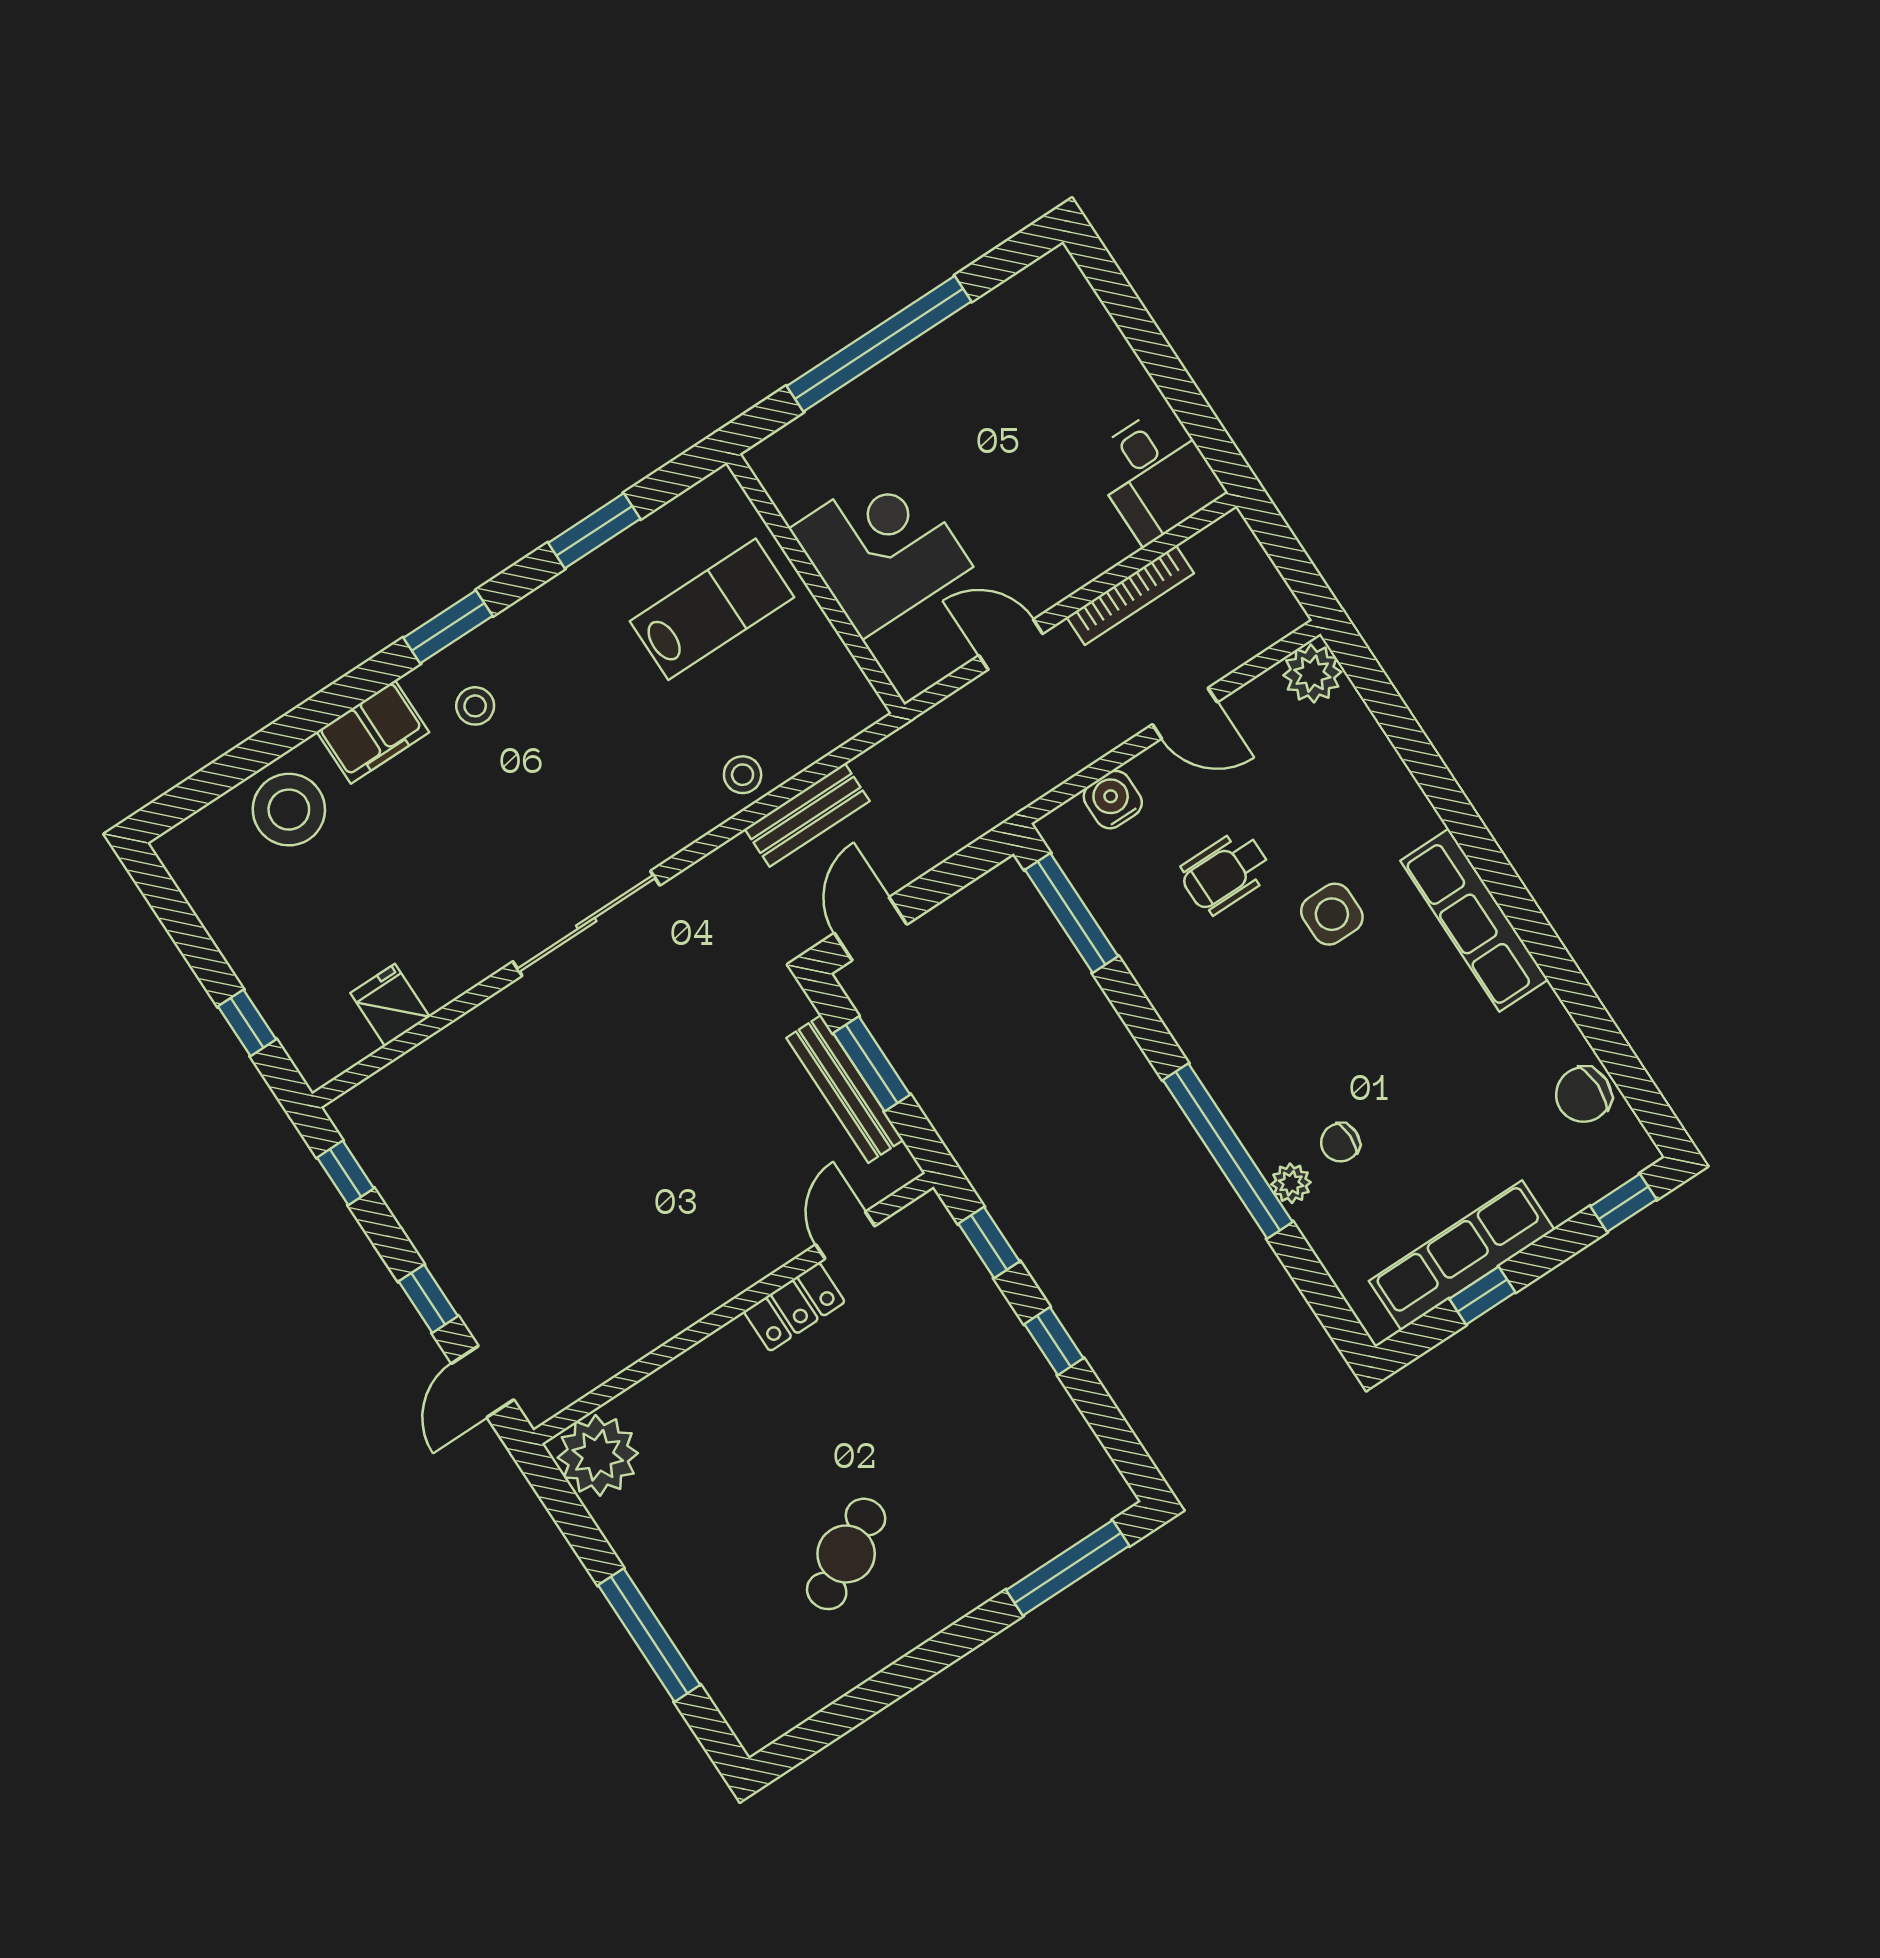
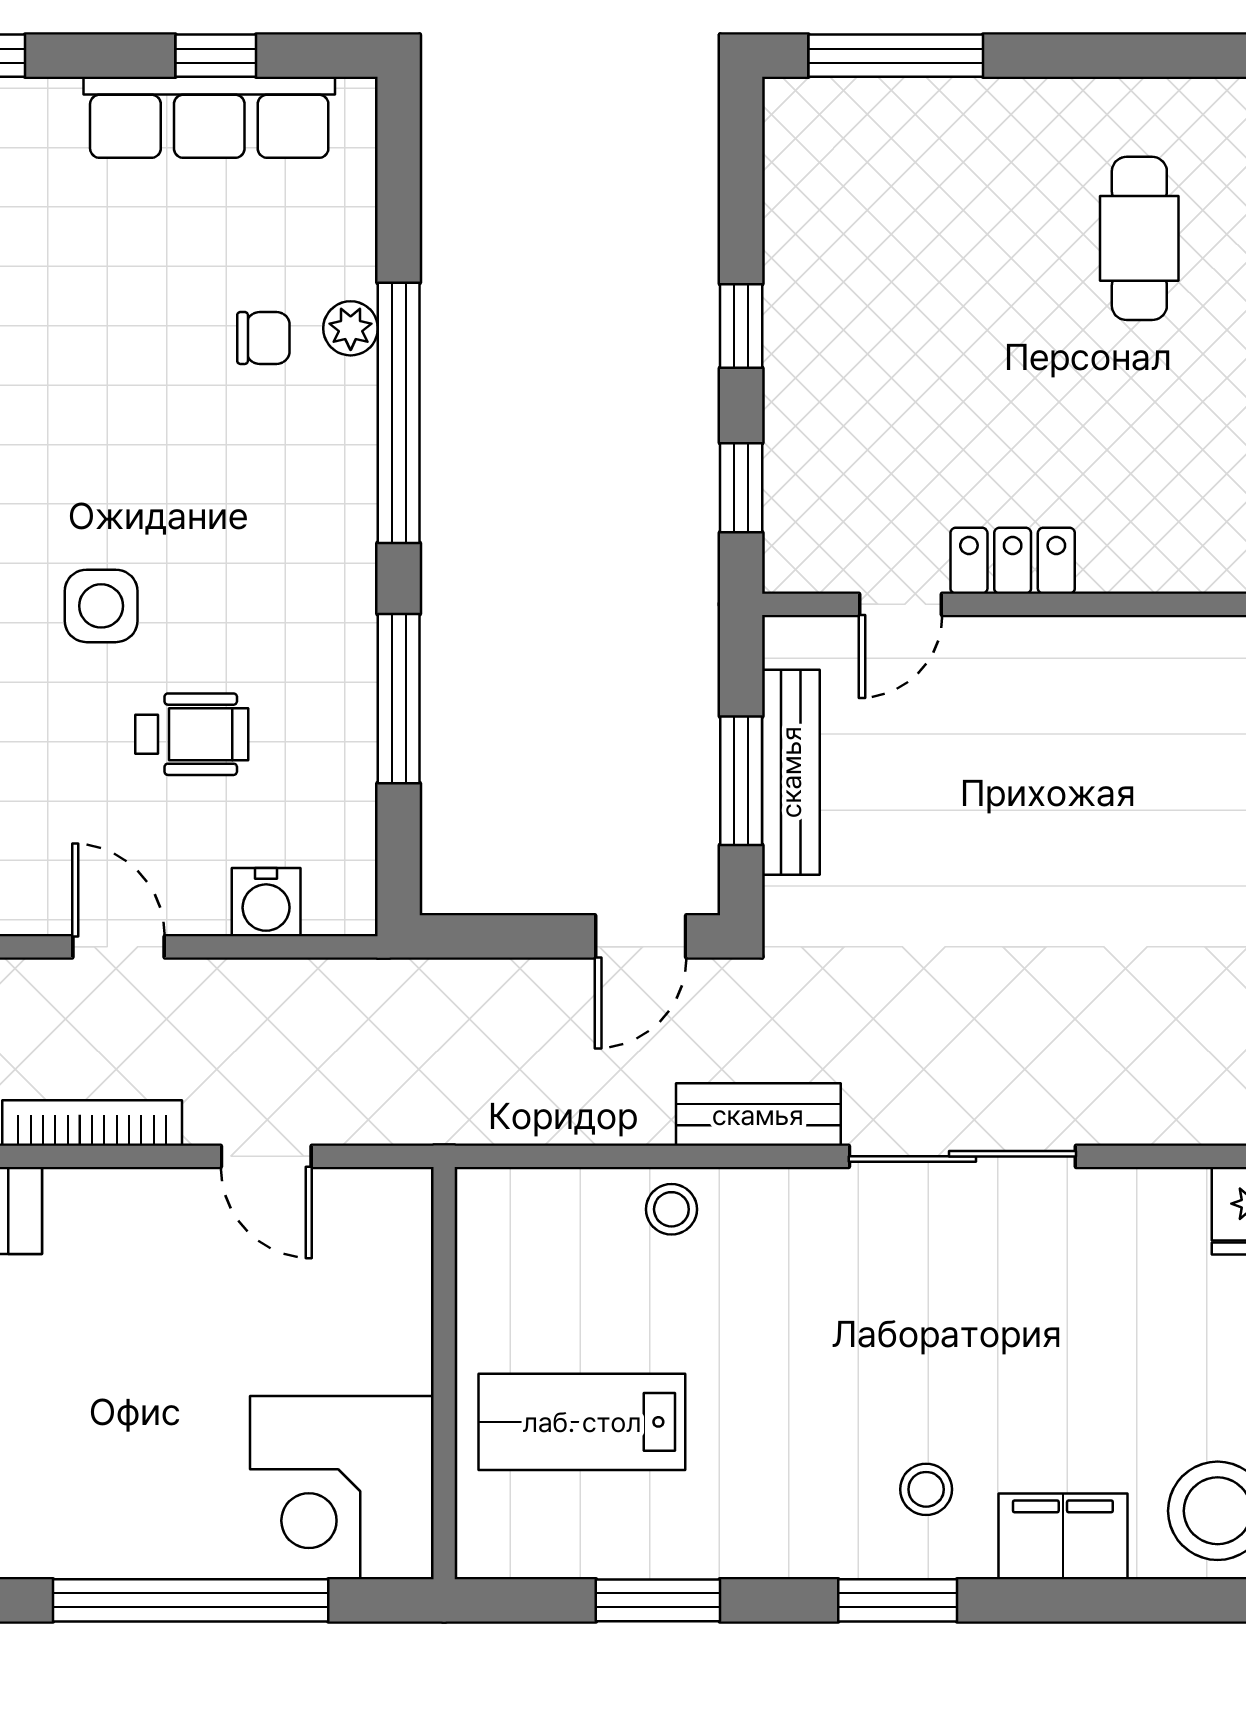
corner desk: (881, 548) -> (342, 1488), moved
bench: (807, 815) -> (758, 1115), moved
window: (1071, 913) -> (399, 699), moved
cafe table: (846, 1554) -> (1139, 238), turned -61

